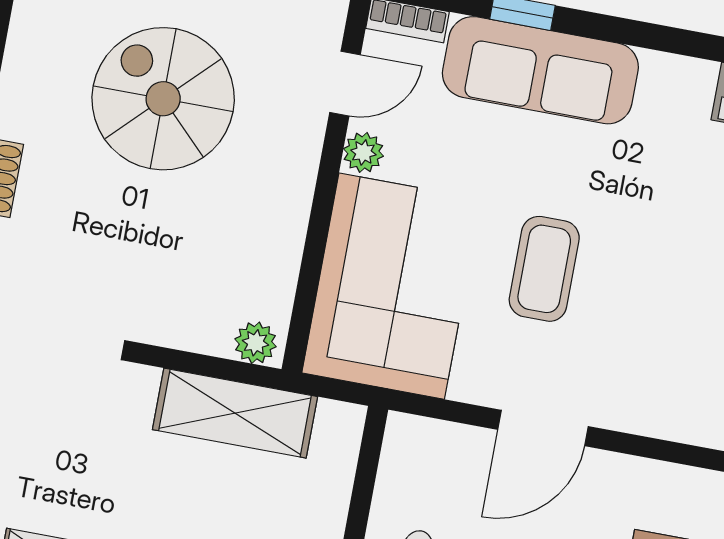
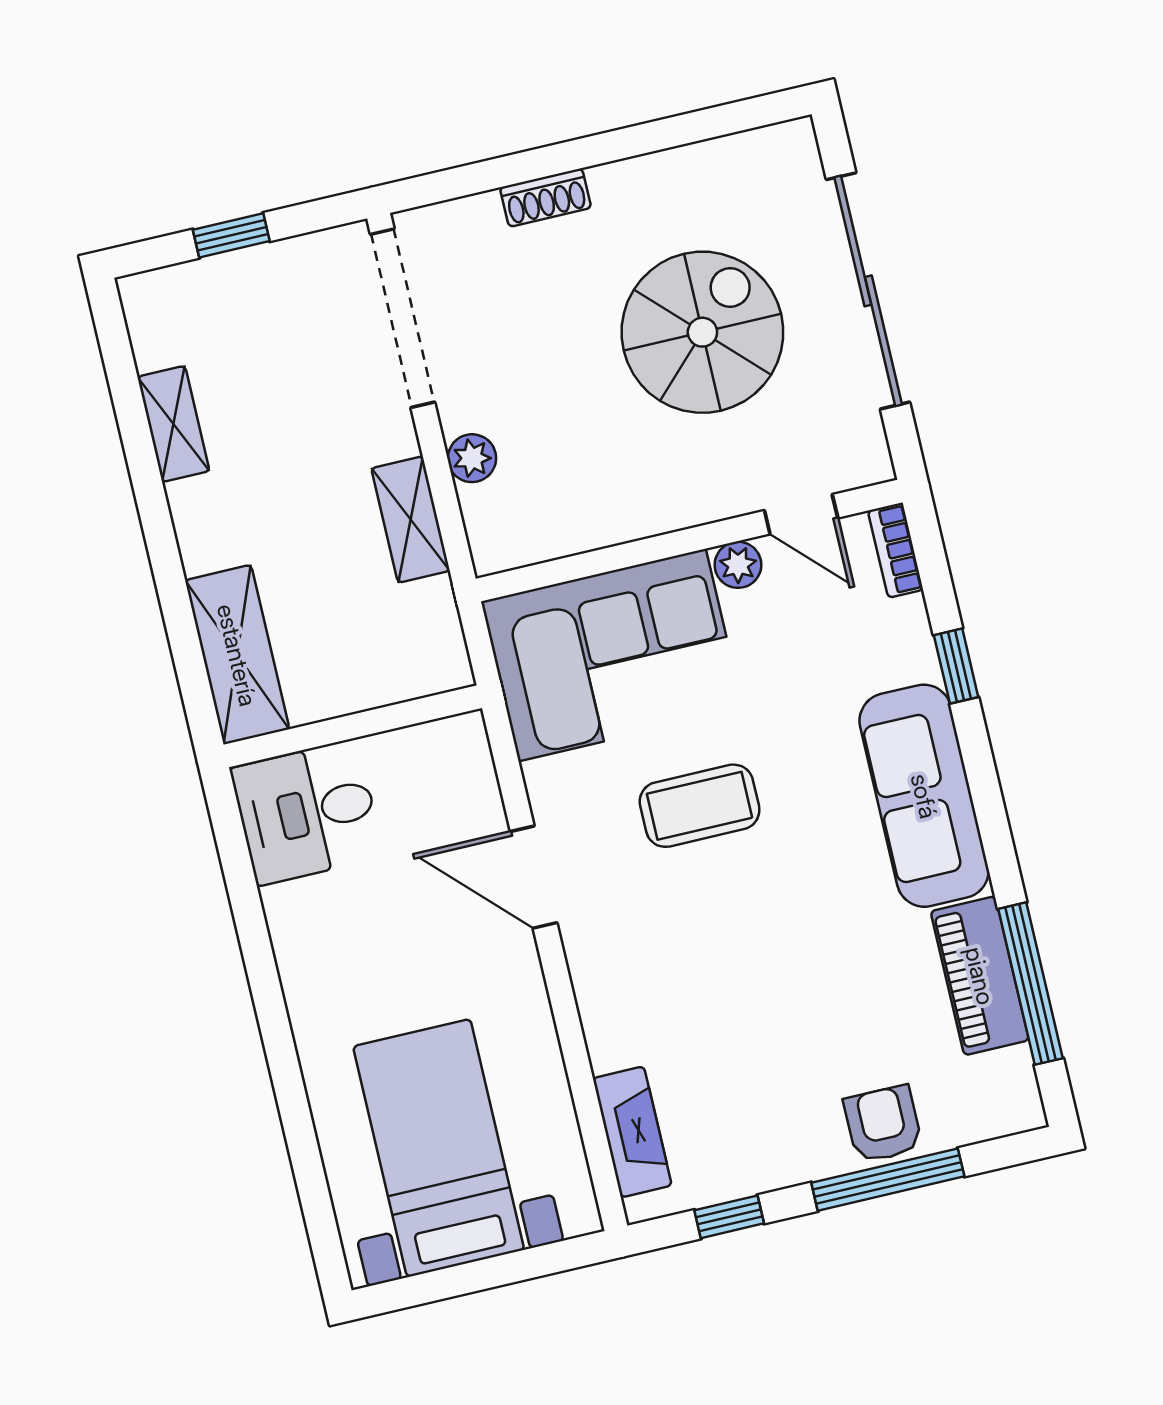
sofa: (540, 70) -> (924, 796), moved
plant: (256, 343) -> (472, 458), moved
shelving: (235, 413) -> (411, 519), width x0.67, depth x0.75

